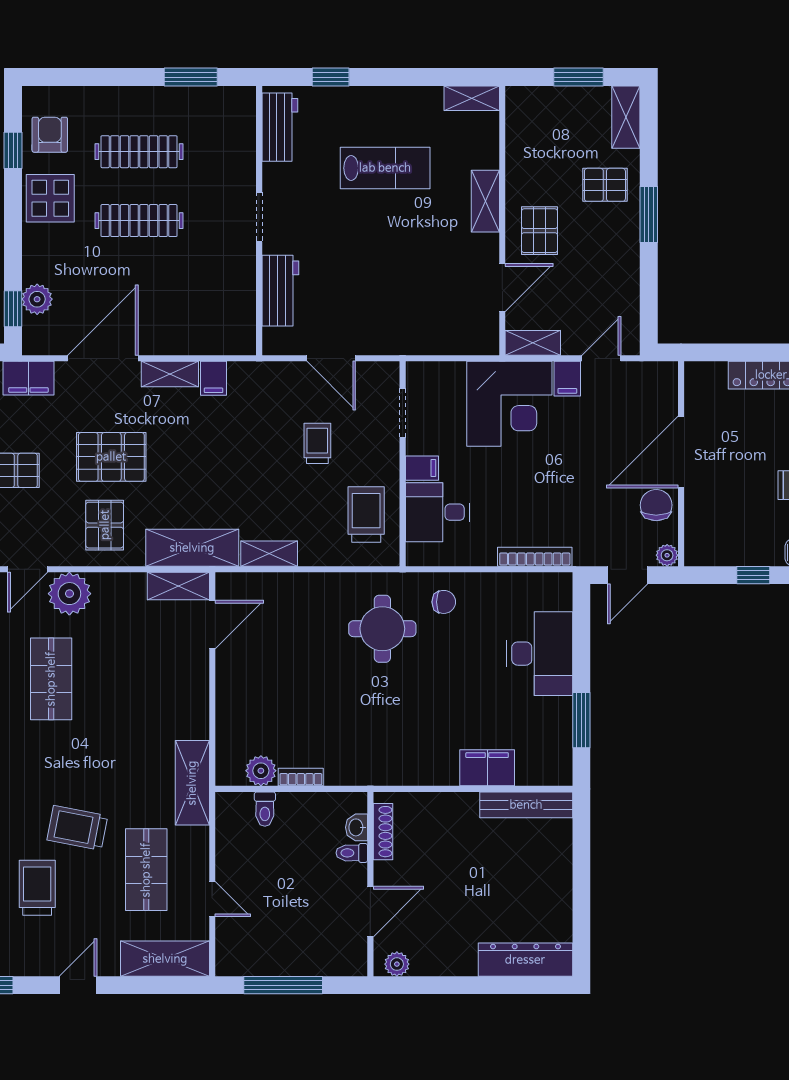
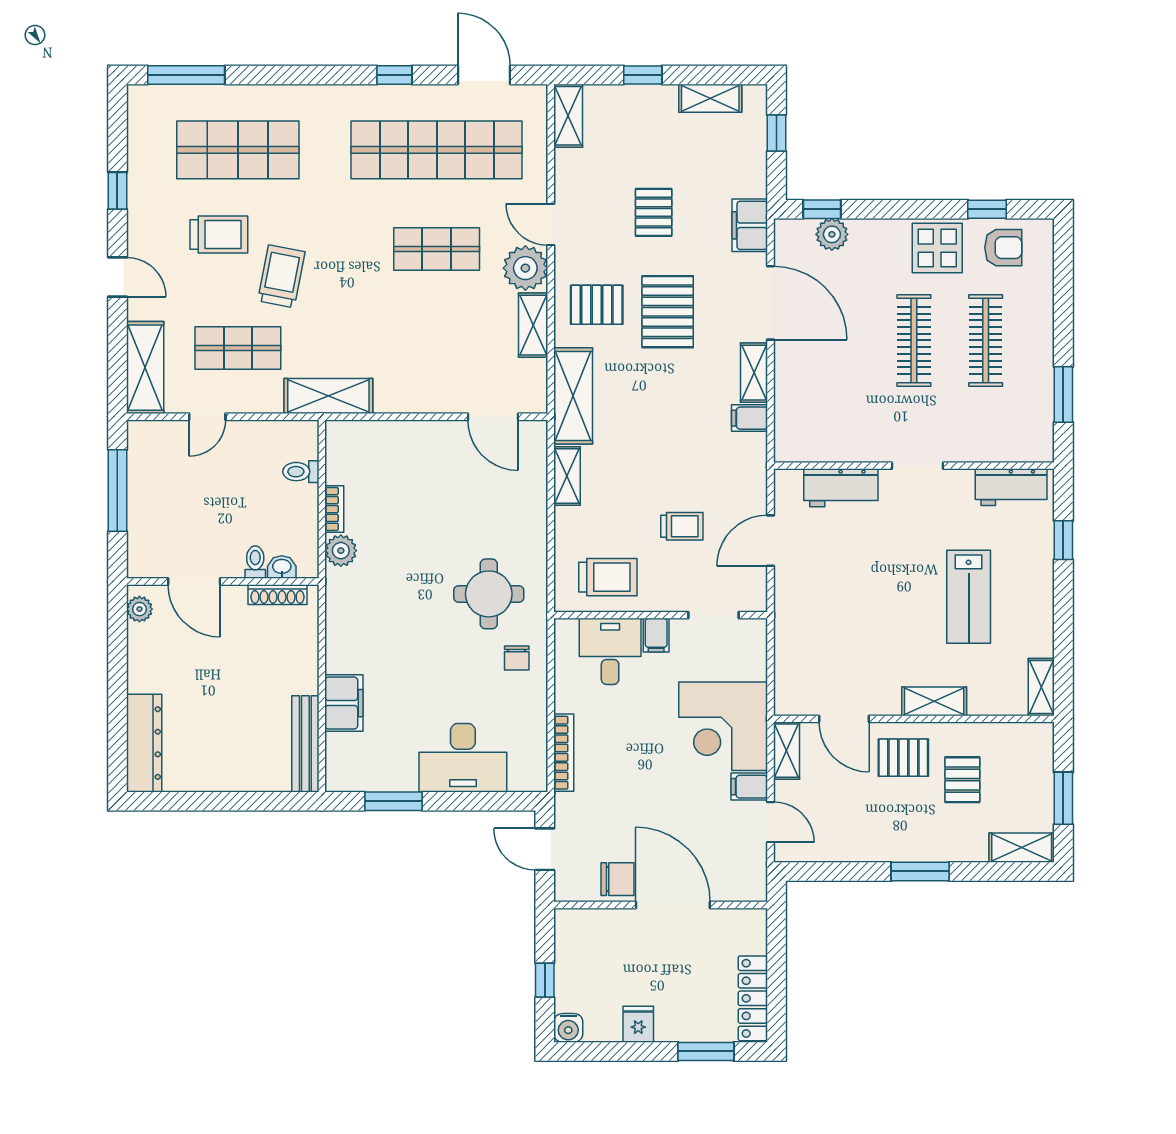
pallet: (605, 185) -> (962, 780), moved
plant: (667, 555) -> (565, 890), removed
shelving: (178, 586) -> (533, 325), moved
plant: (261, 771) -> (341, 551), moved

